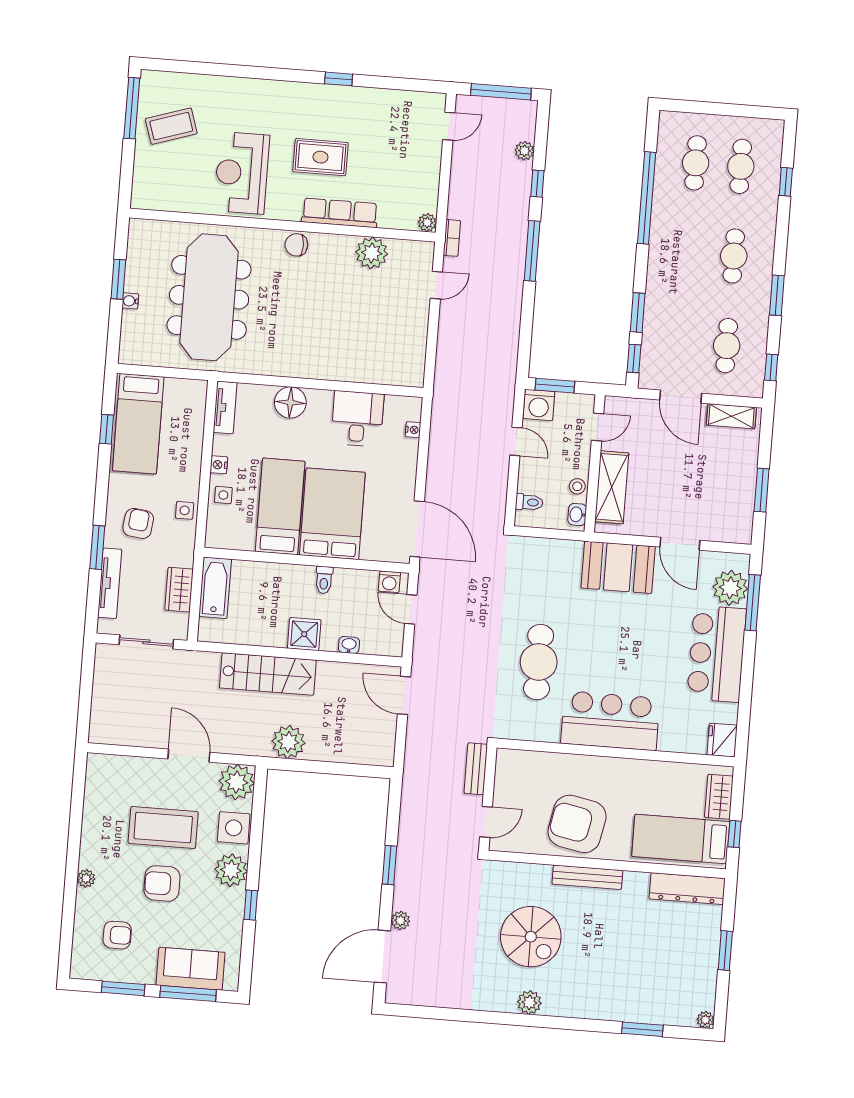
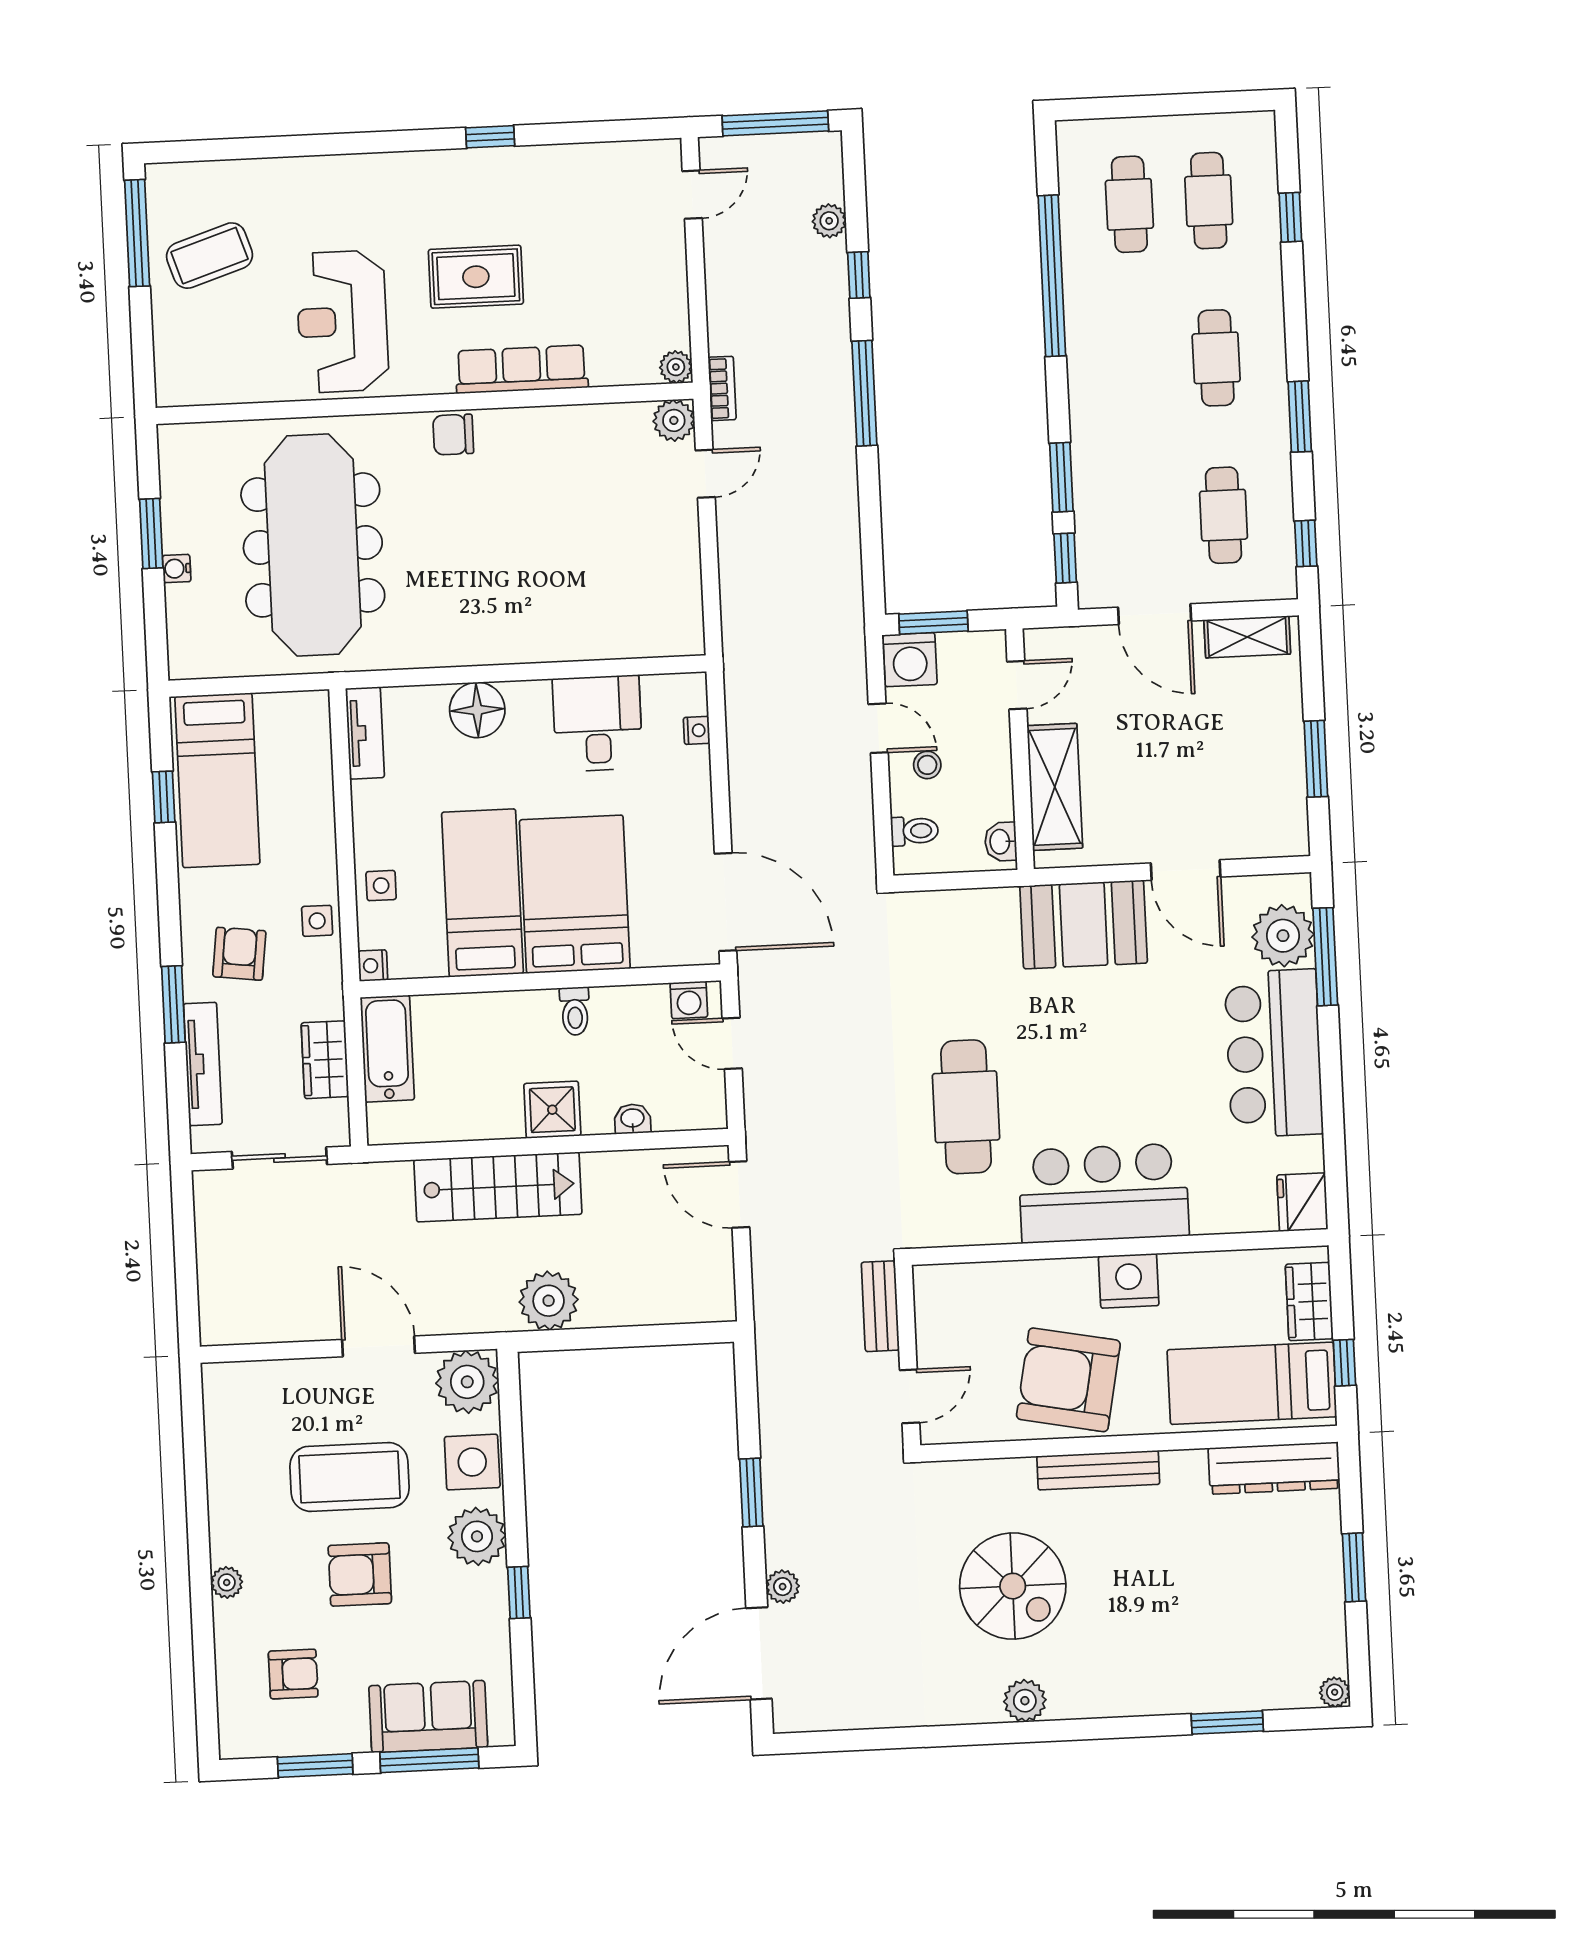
plant: (372, 253) -> (674, 420), moved, width x0.73, depth x0.73
nightstand: (219, 465) -> (373, 966), moved
stool: (577, 486) -> (927, 765), moved
nightstand: (618, 772) -> (1129, 1281), added

